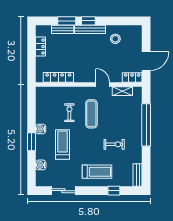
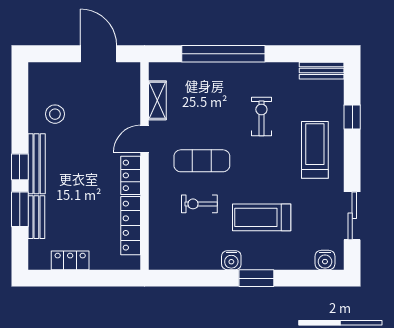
locker: (132, 77) -> (131, 175), moved
water cooler: (41, 165) -> (325, 260), moved

